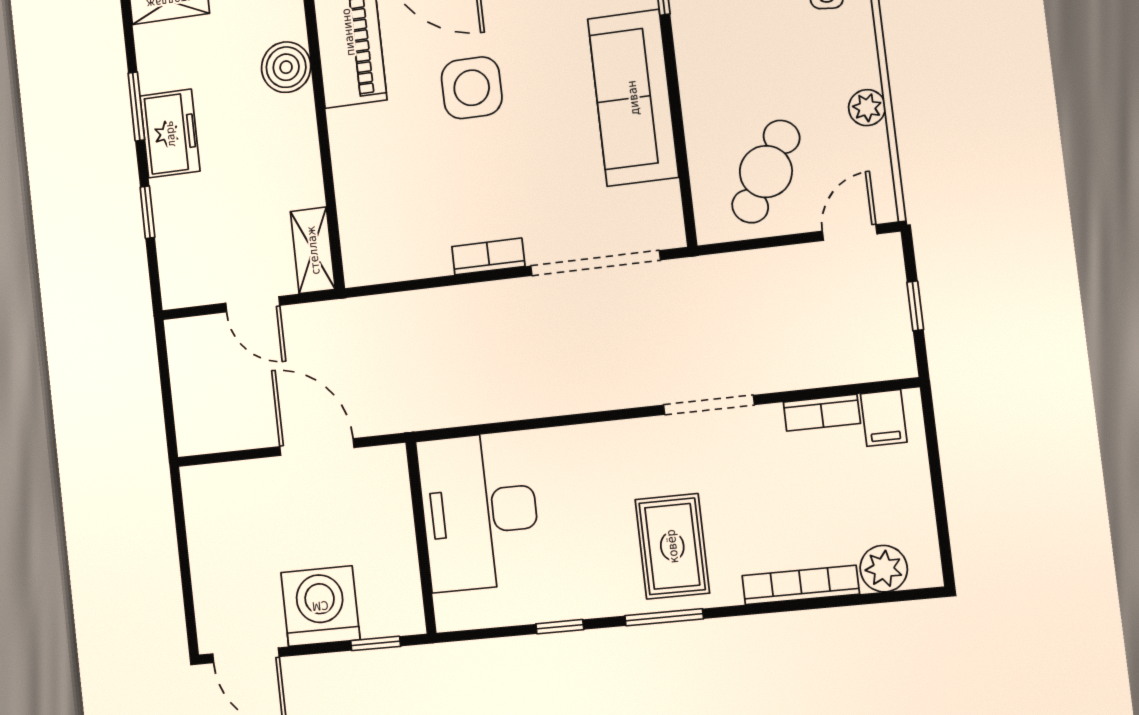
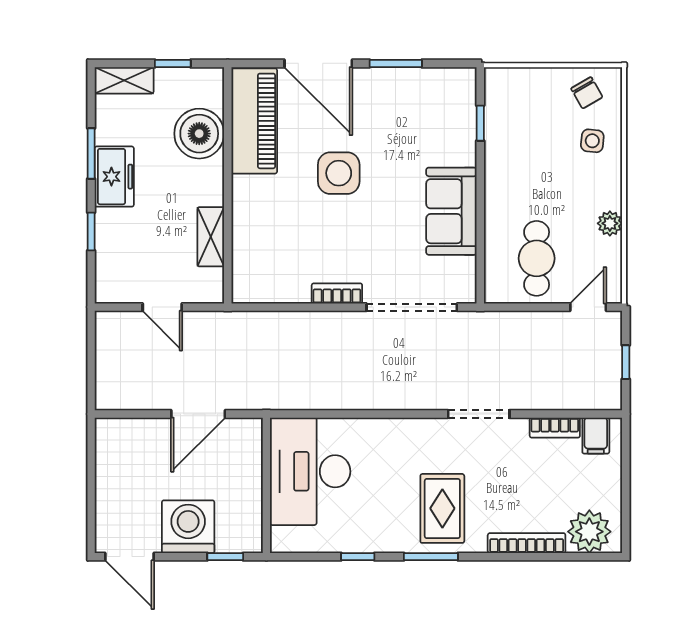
boiler: (286, 67) -> (199, 134), width x1.37, depth x1.37
sofa: (633, 98) -> (451, 211), width x0.73
cafe table: (766, 172) -> (537, 258), turned -31
shelving: (313, 250) -> (211, 237), moved
door: (317, 447) -> (198, 414), swing flipped
plant: (884, 569) -> (589, 532), width x1.36, depth x1.36

